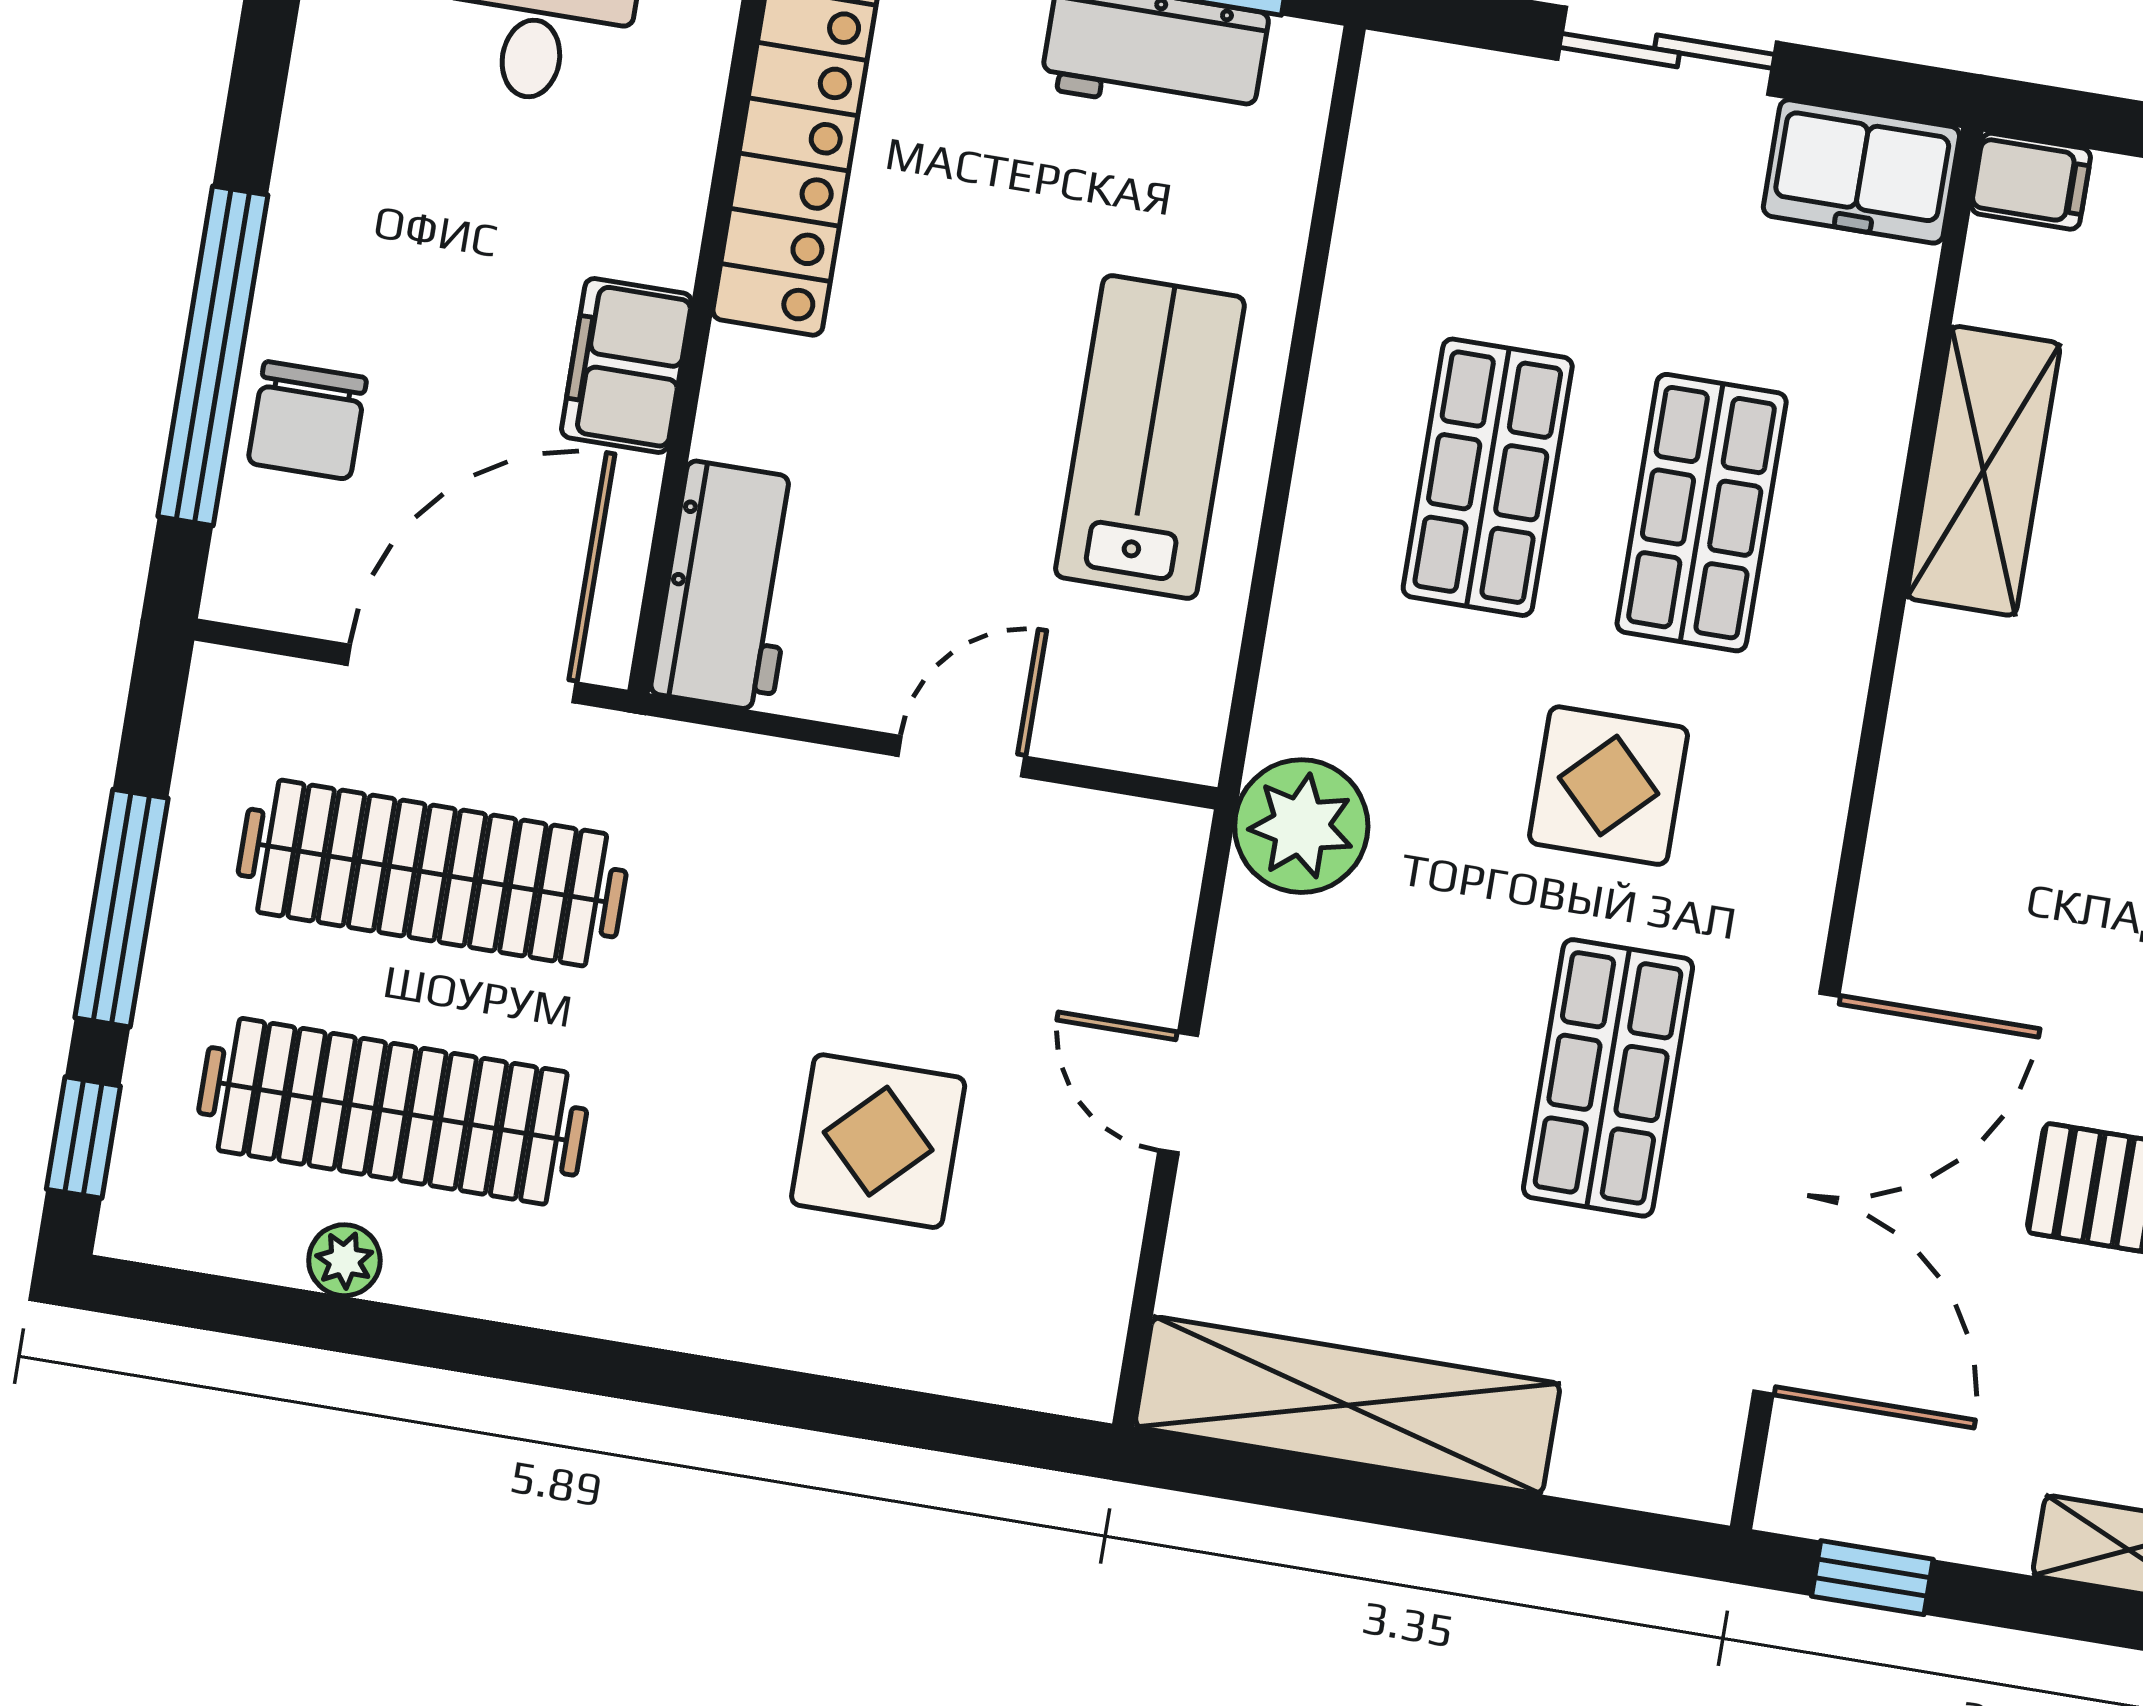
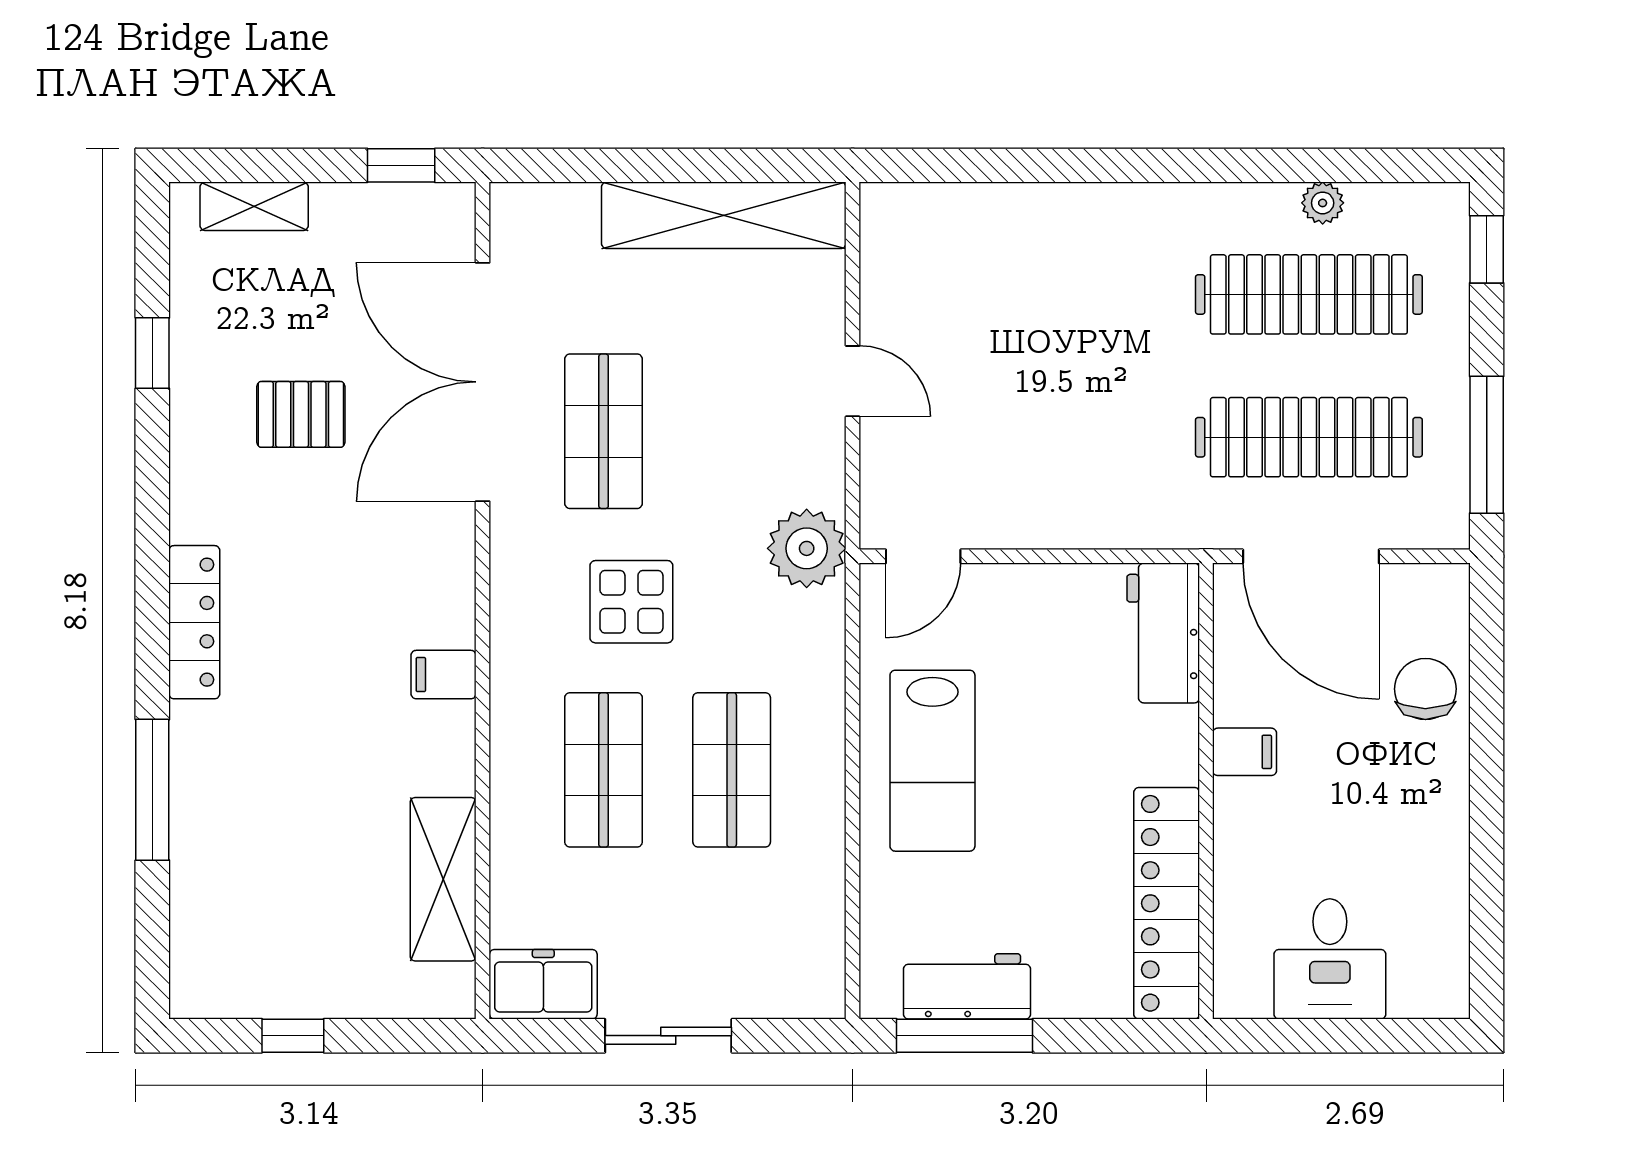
filing cabinet: (2031, 181) -> (444, 675), moved
window: (213, 356) -> (1487, 718), removed
filing cabinet: (627, 365) -> (1245, 752), width x0.50
shelving: (1984, 471) -> (443, 879), moved
door: (462, 674) -> (1311, 556), hinge flipped
door: (961, 756) -> (923, 556), moved
window: (121, 908) -> (1487, 445), moved
display table: (878, 1141) -> (1023, 324), removed

